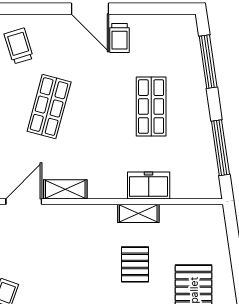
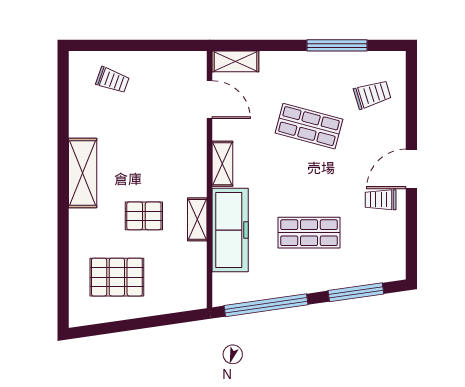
window: (220, 148) -> (266, 305), width x1.46
freezer: (149, 185) -> (230, 230), width x1.91, depth x1.26
shelving: (65, 189) -> (222, 164), moved

